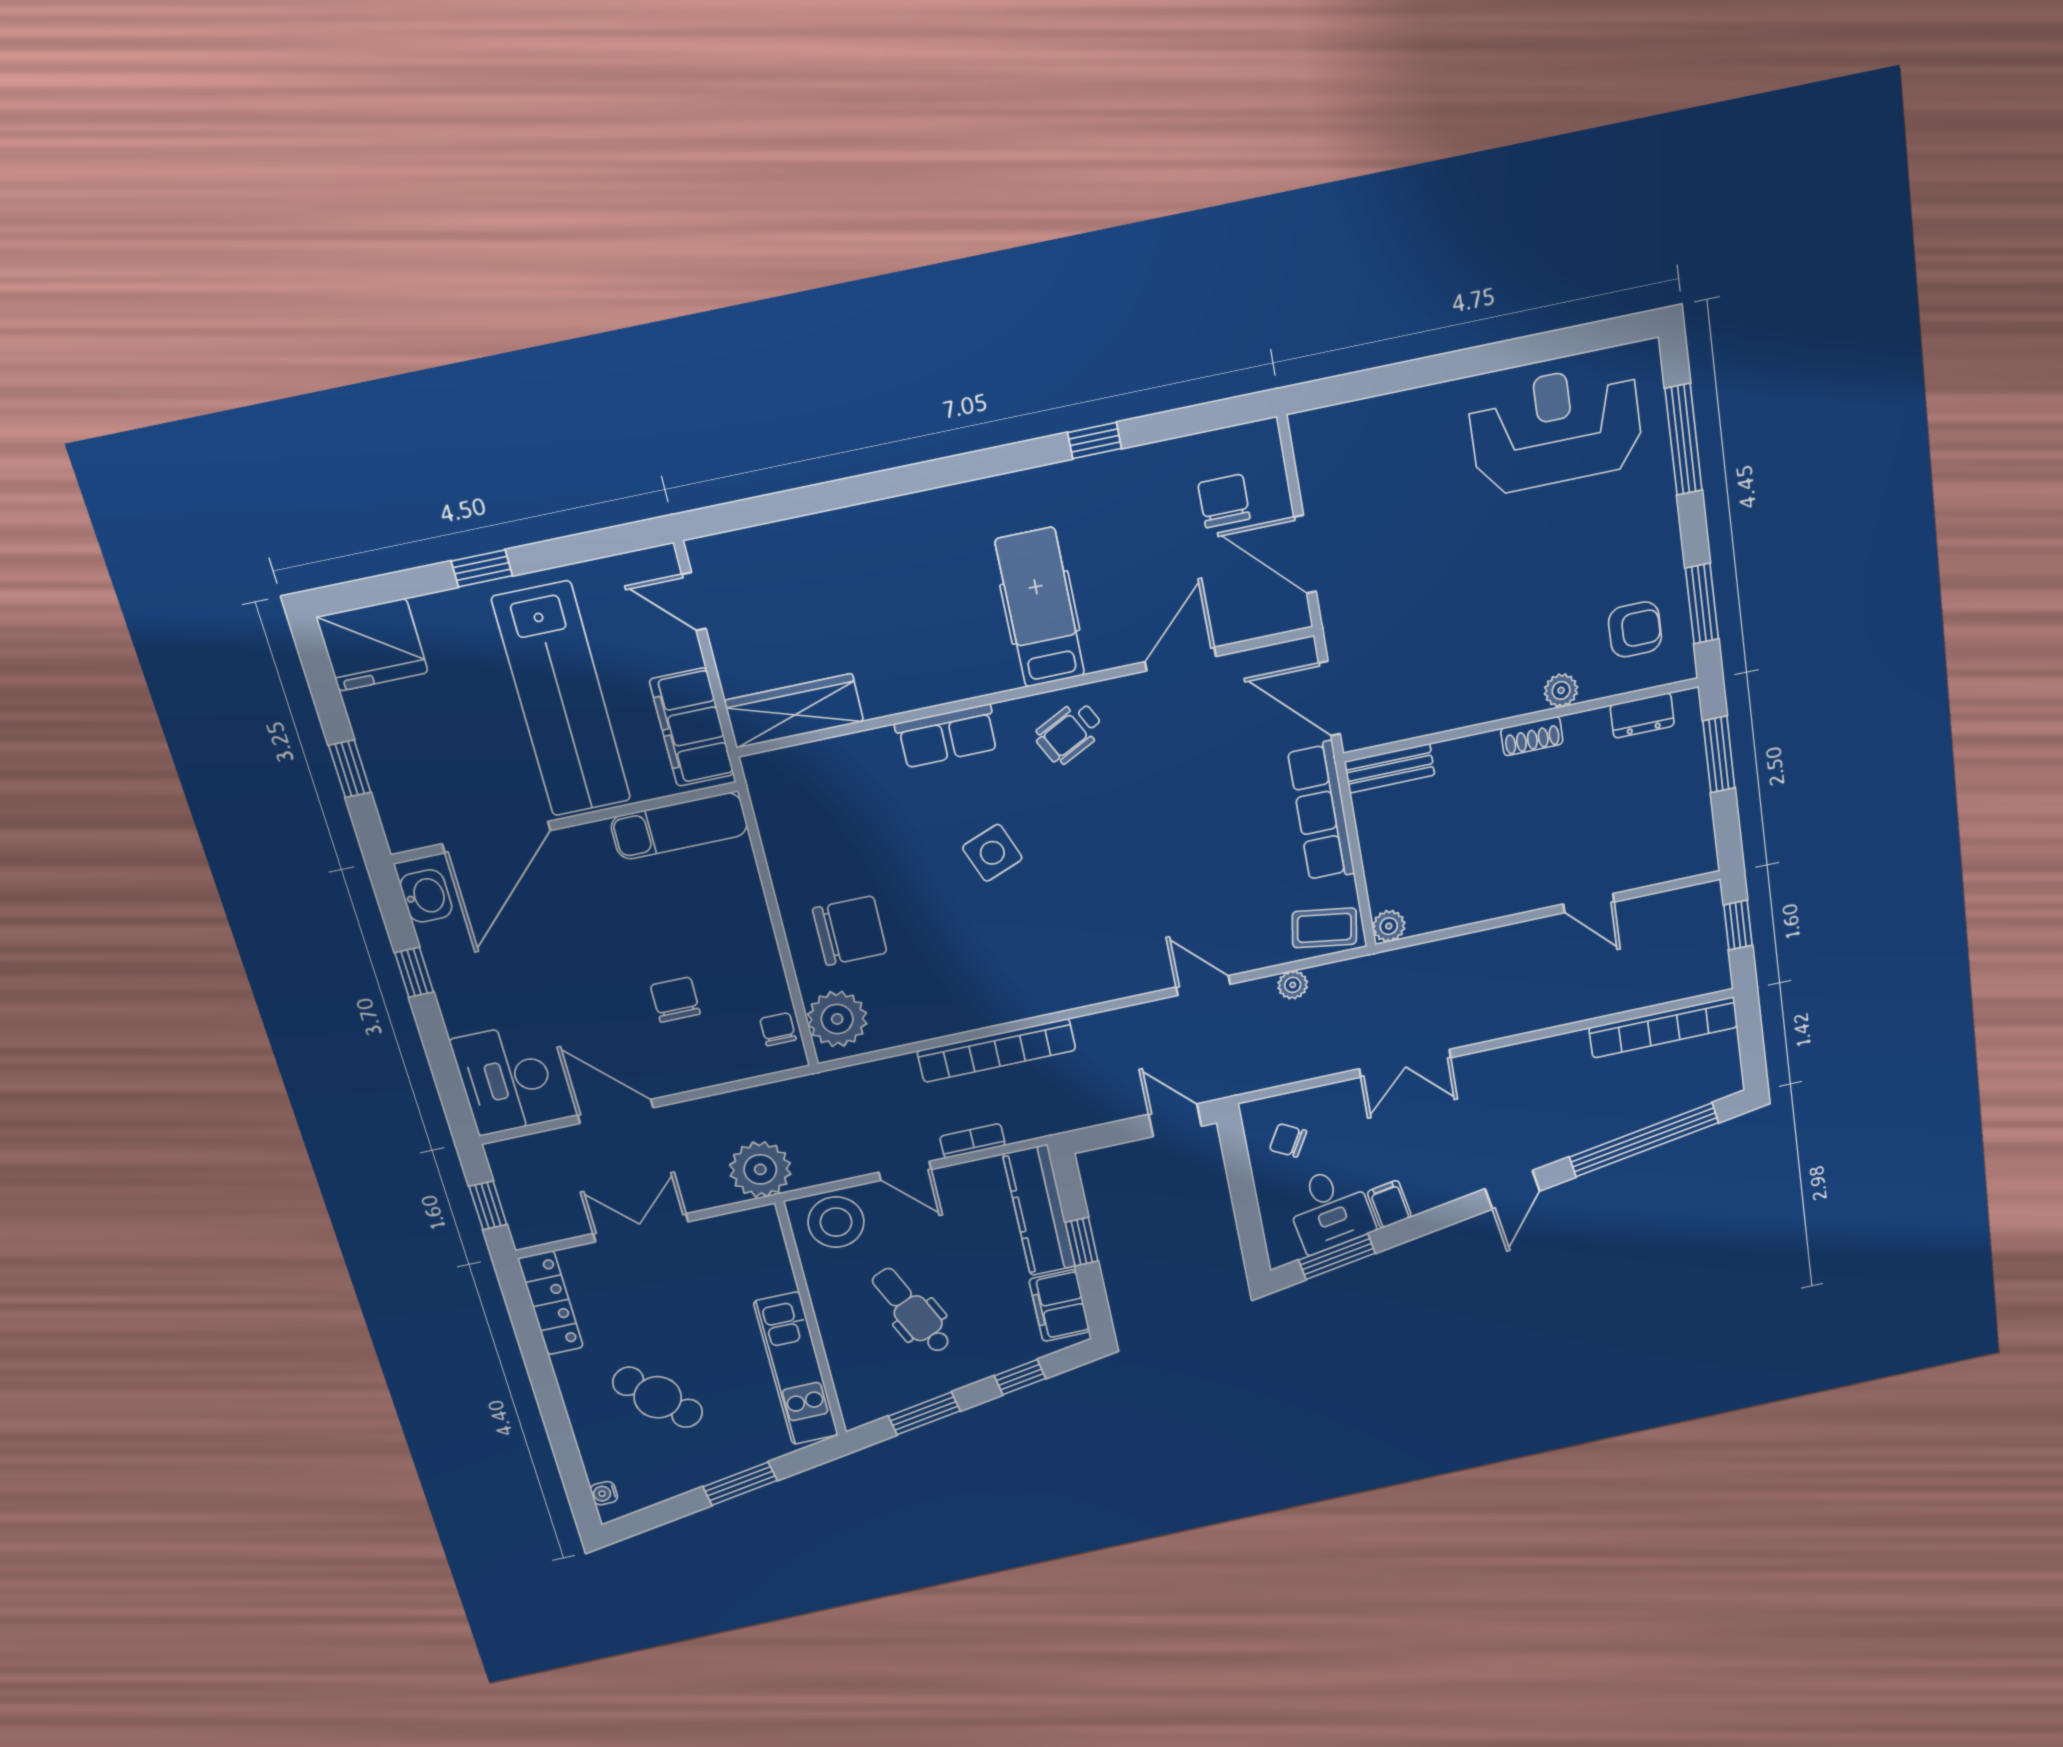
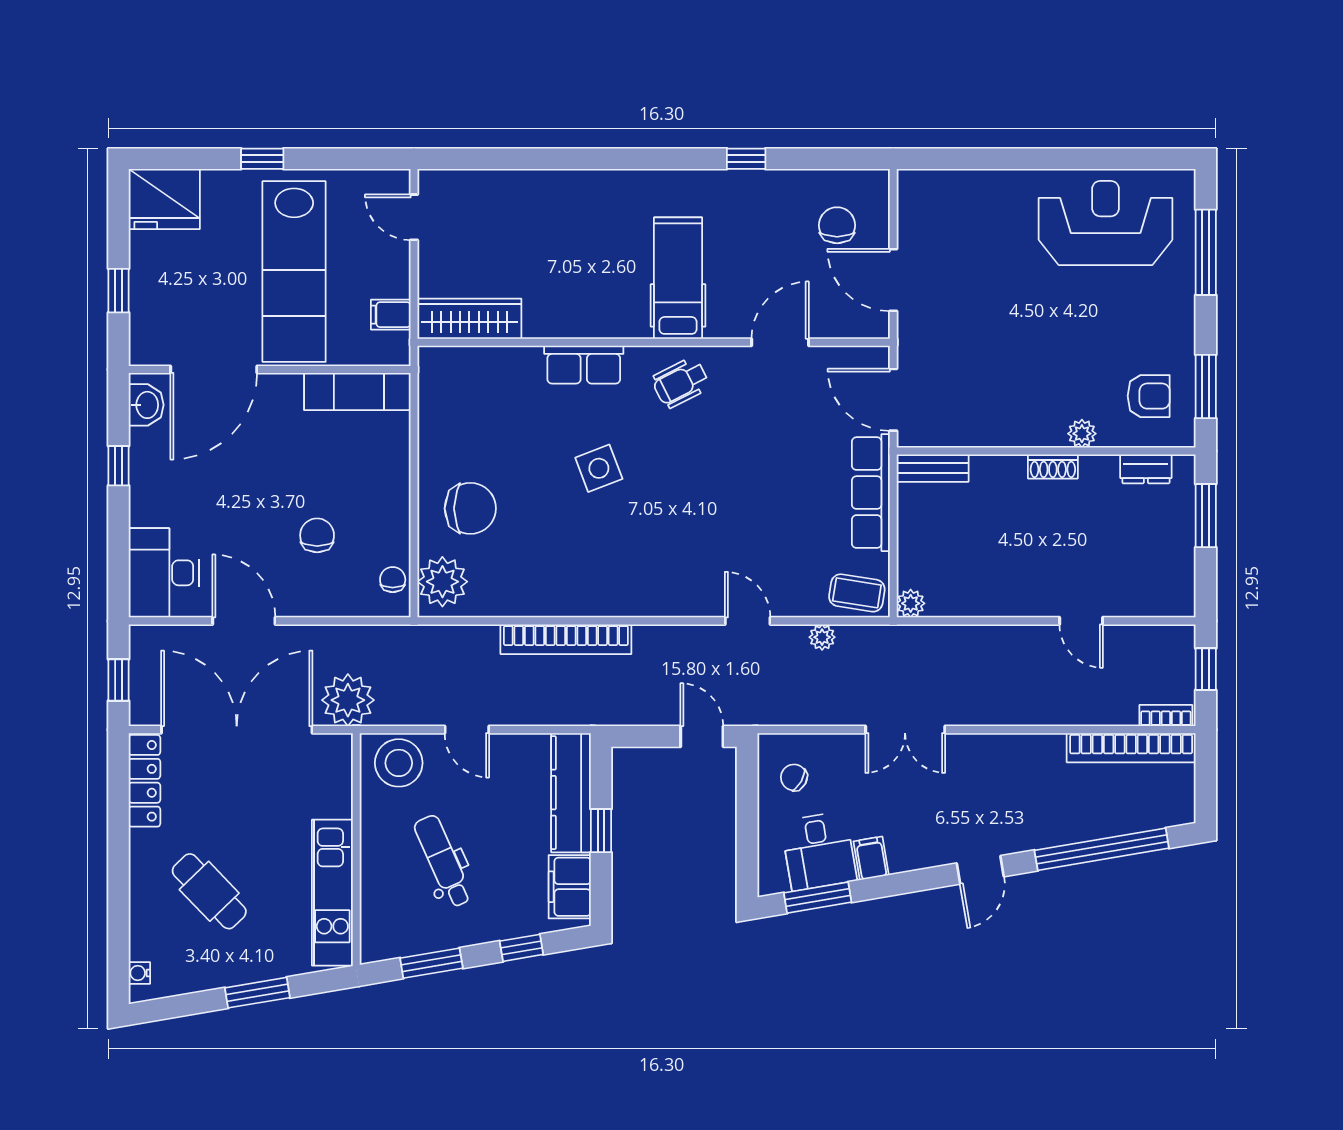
filing cabinet: (692, 727) -> (391, 315), width x0.33, depth x0.86
bookcase: (972, 1141) -> (1166, 716), moved
double door: (641, 1228) -> (237, 730), width x1.87

